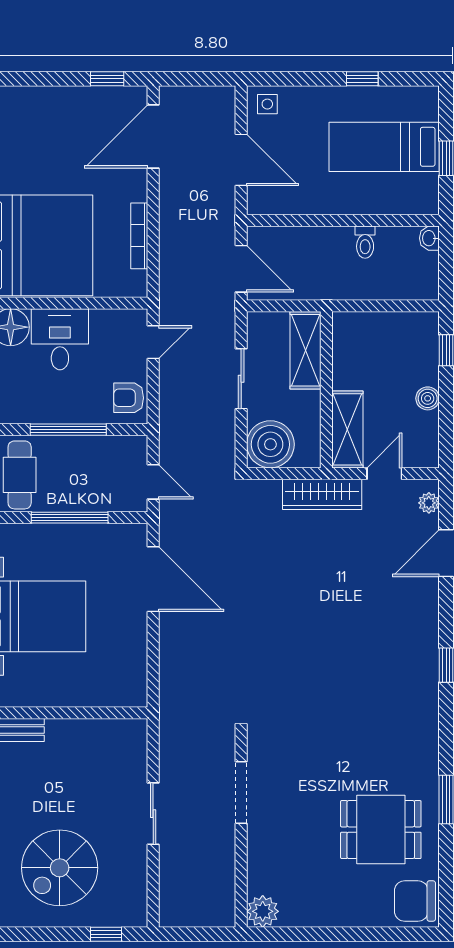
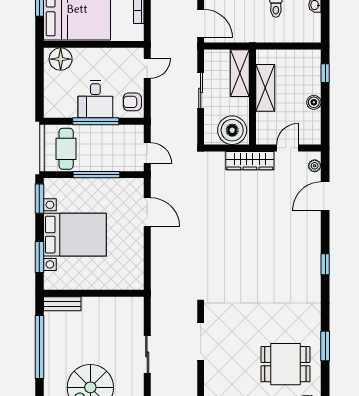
desk: (60, 339) -> (95, 99), moved, turned 180
shelving: (347, 429) -> (265, 88), moved
boiler: (270, 444) -> (232, 130), moved
door: (153, 579) -> (147, 212), width x0.73

